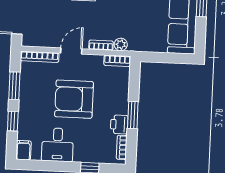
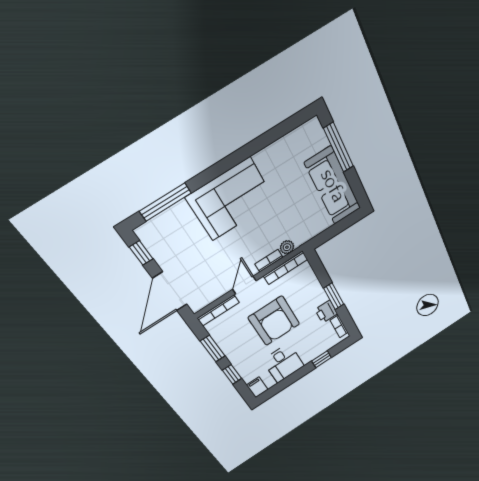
bookcase: (117, 61) -> (286, 268), width x1.56
armchair: (74, 99) -> (274, 321), turned -90

